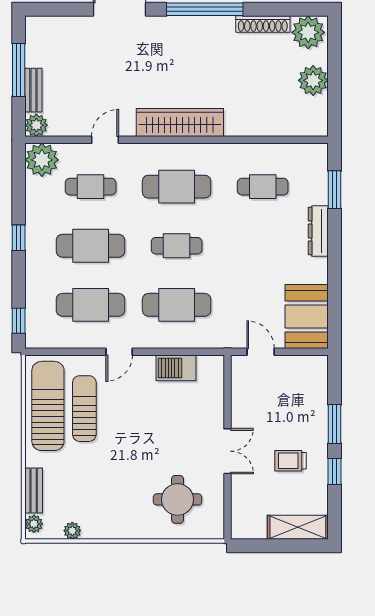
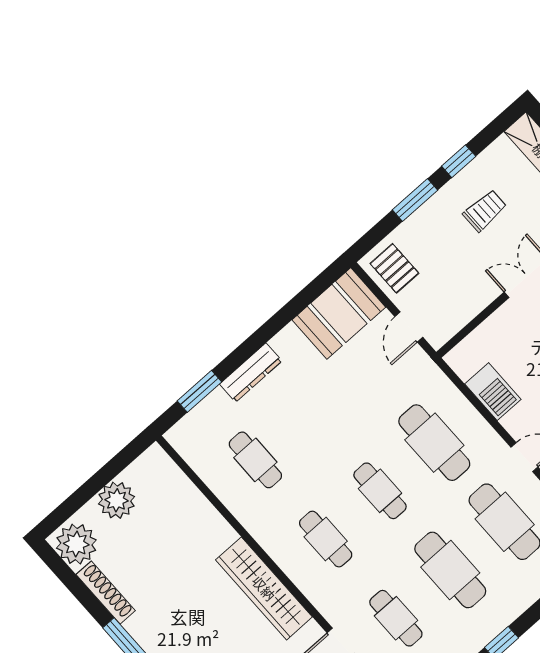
cafe table: (177, 187) -> (326, 539), width x0.73, depth x0.74
pallet: (304, 375) -> (394, 268), added
trolley: (290, 461) -> (485, 211), turned -90

